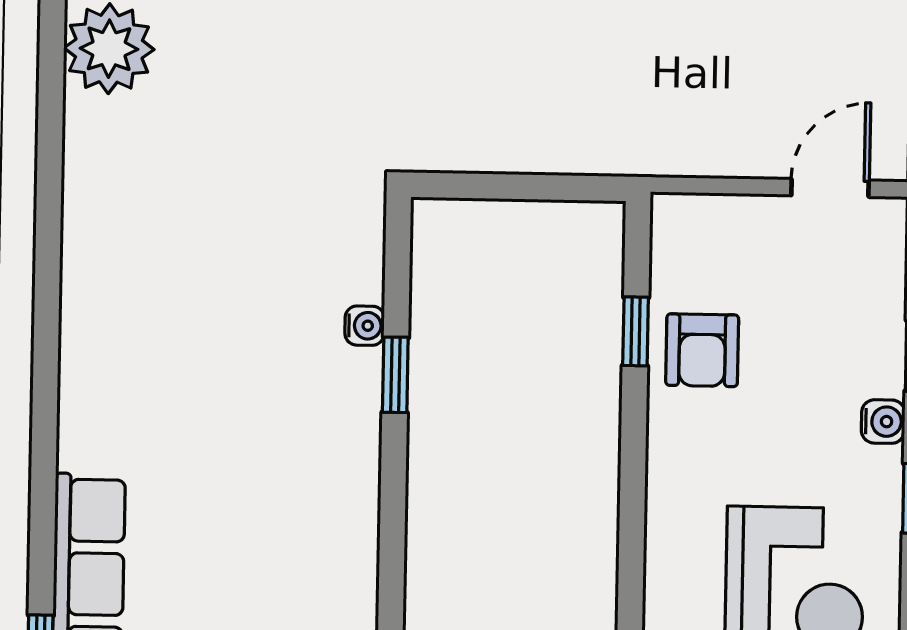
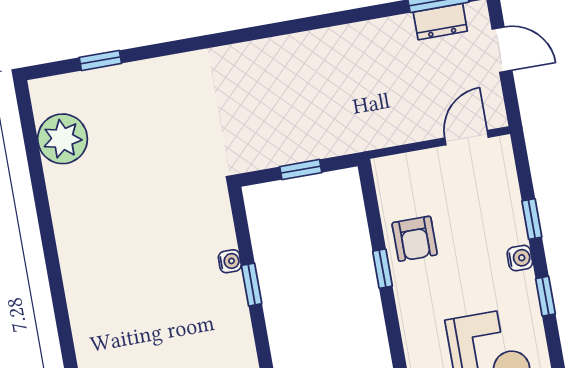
window: (523, 187) -> (301, 170), added
window: (636, 331) -> (382, 269), moved

